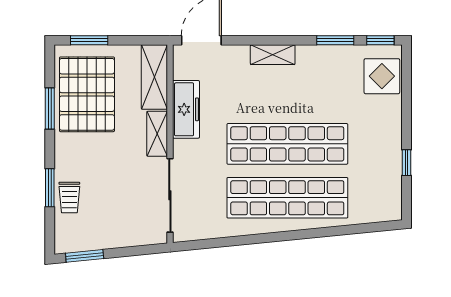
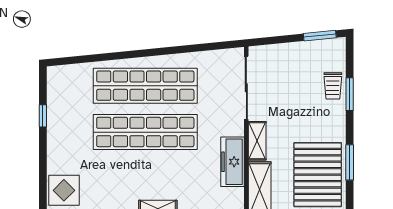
trolley: (69, 197) -> (333, 86), turned 180

